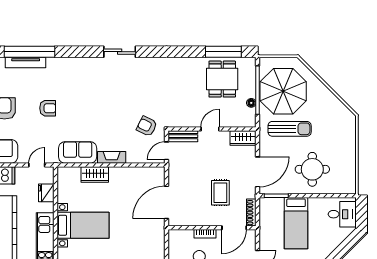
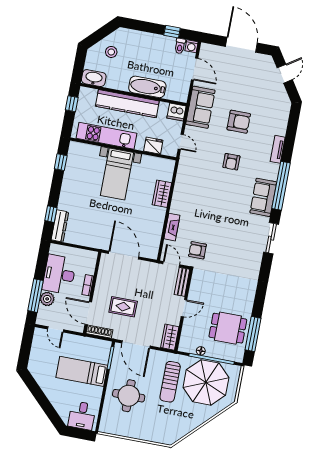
window: (30, 52) -> (281, 186), moved
tv unit: (26, 62) -> (278, 149), width x0.71
armchair: (147, 126) -> (197, 250), turned -116
door: (210, 129) -> (184, 308), hinge flipped
sofa: (78, 152) -> (263, 197), moved, turned 180
fireplace: (112, 157) -> (172, 227), moved

